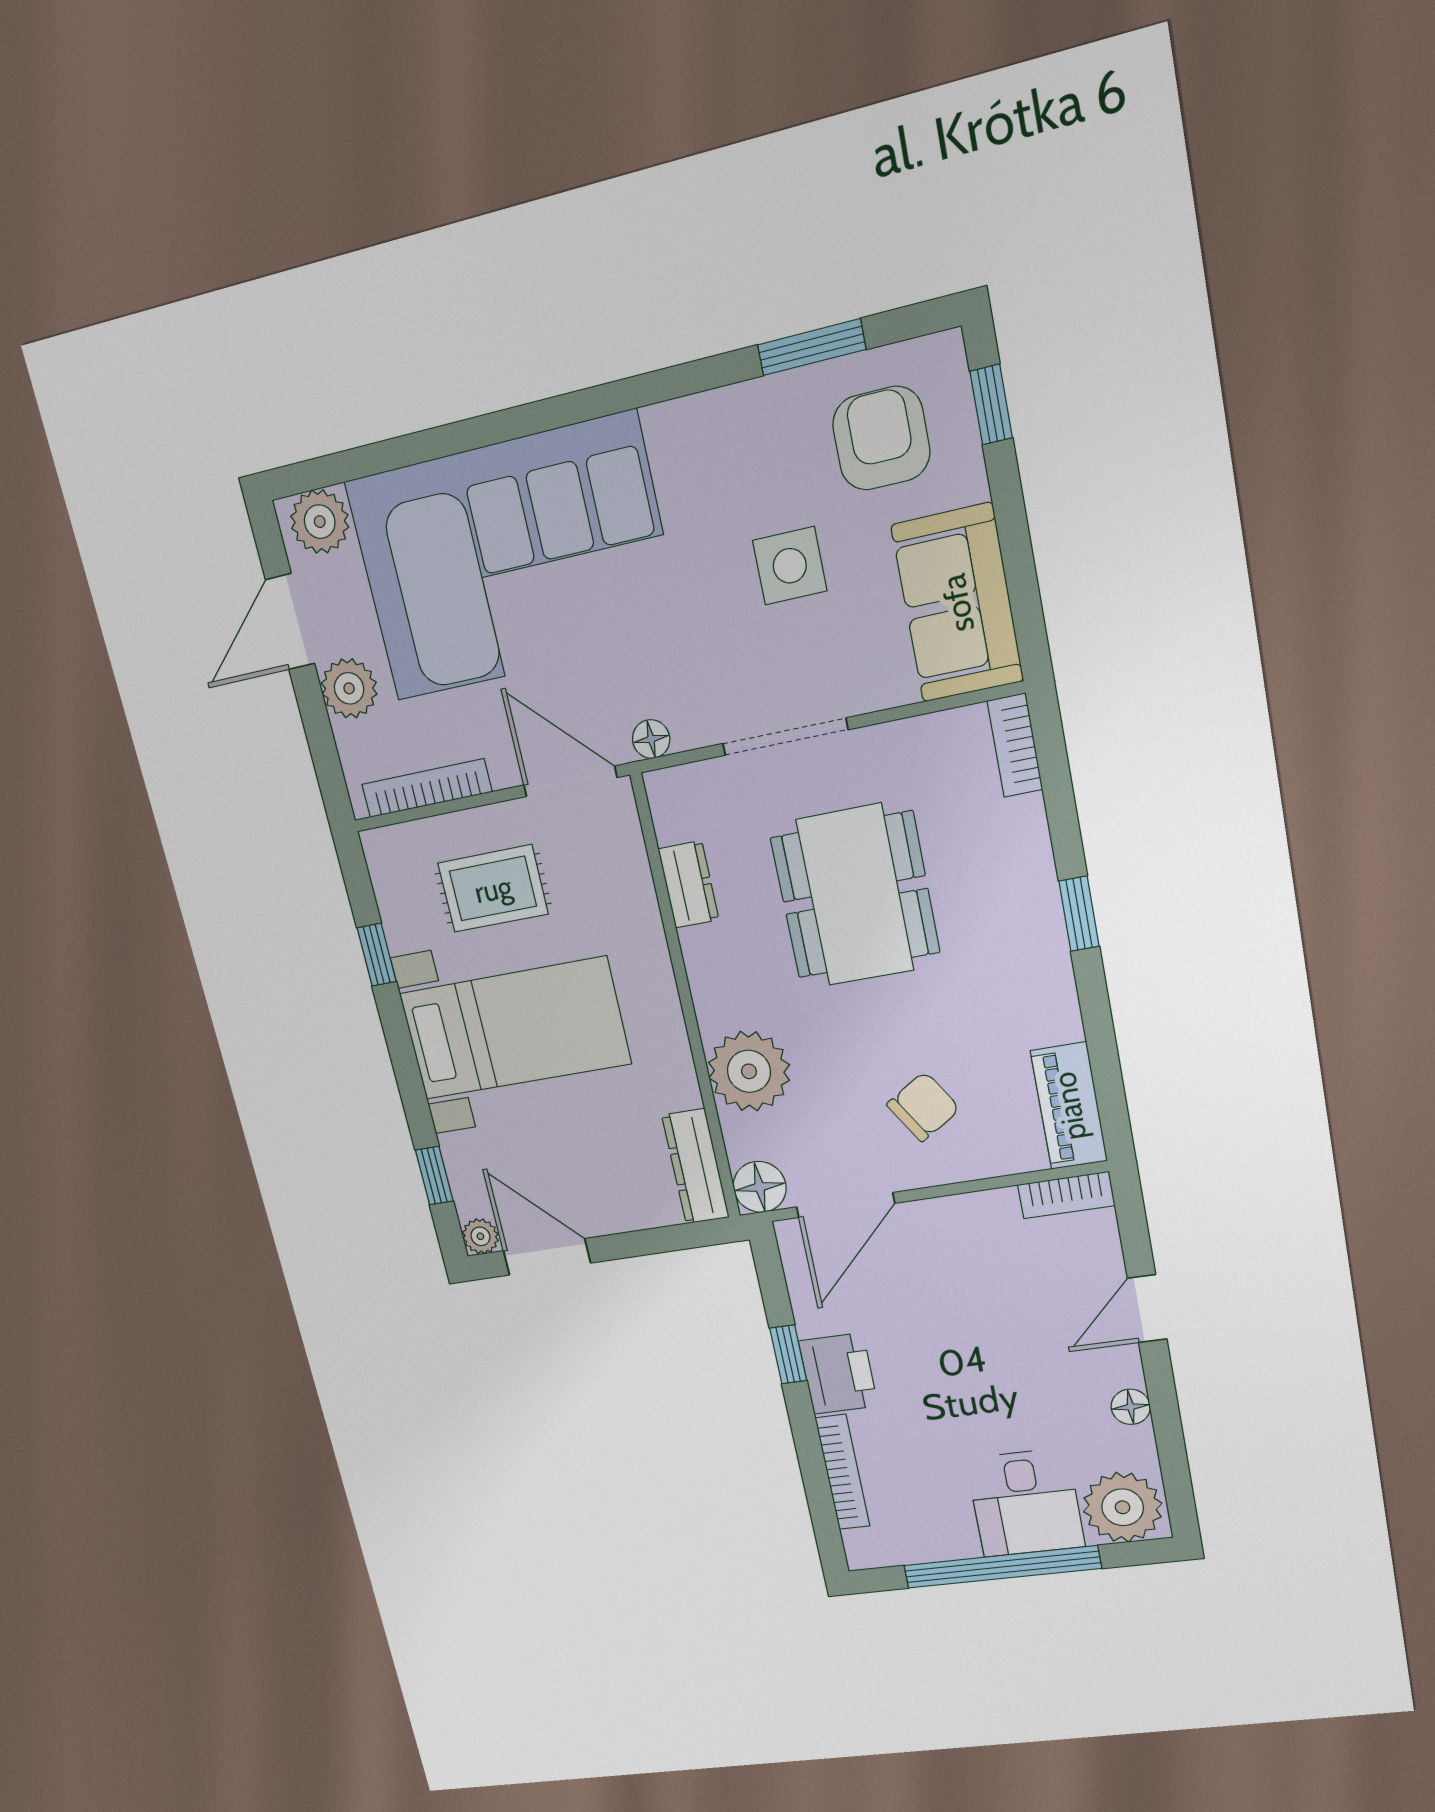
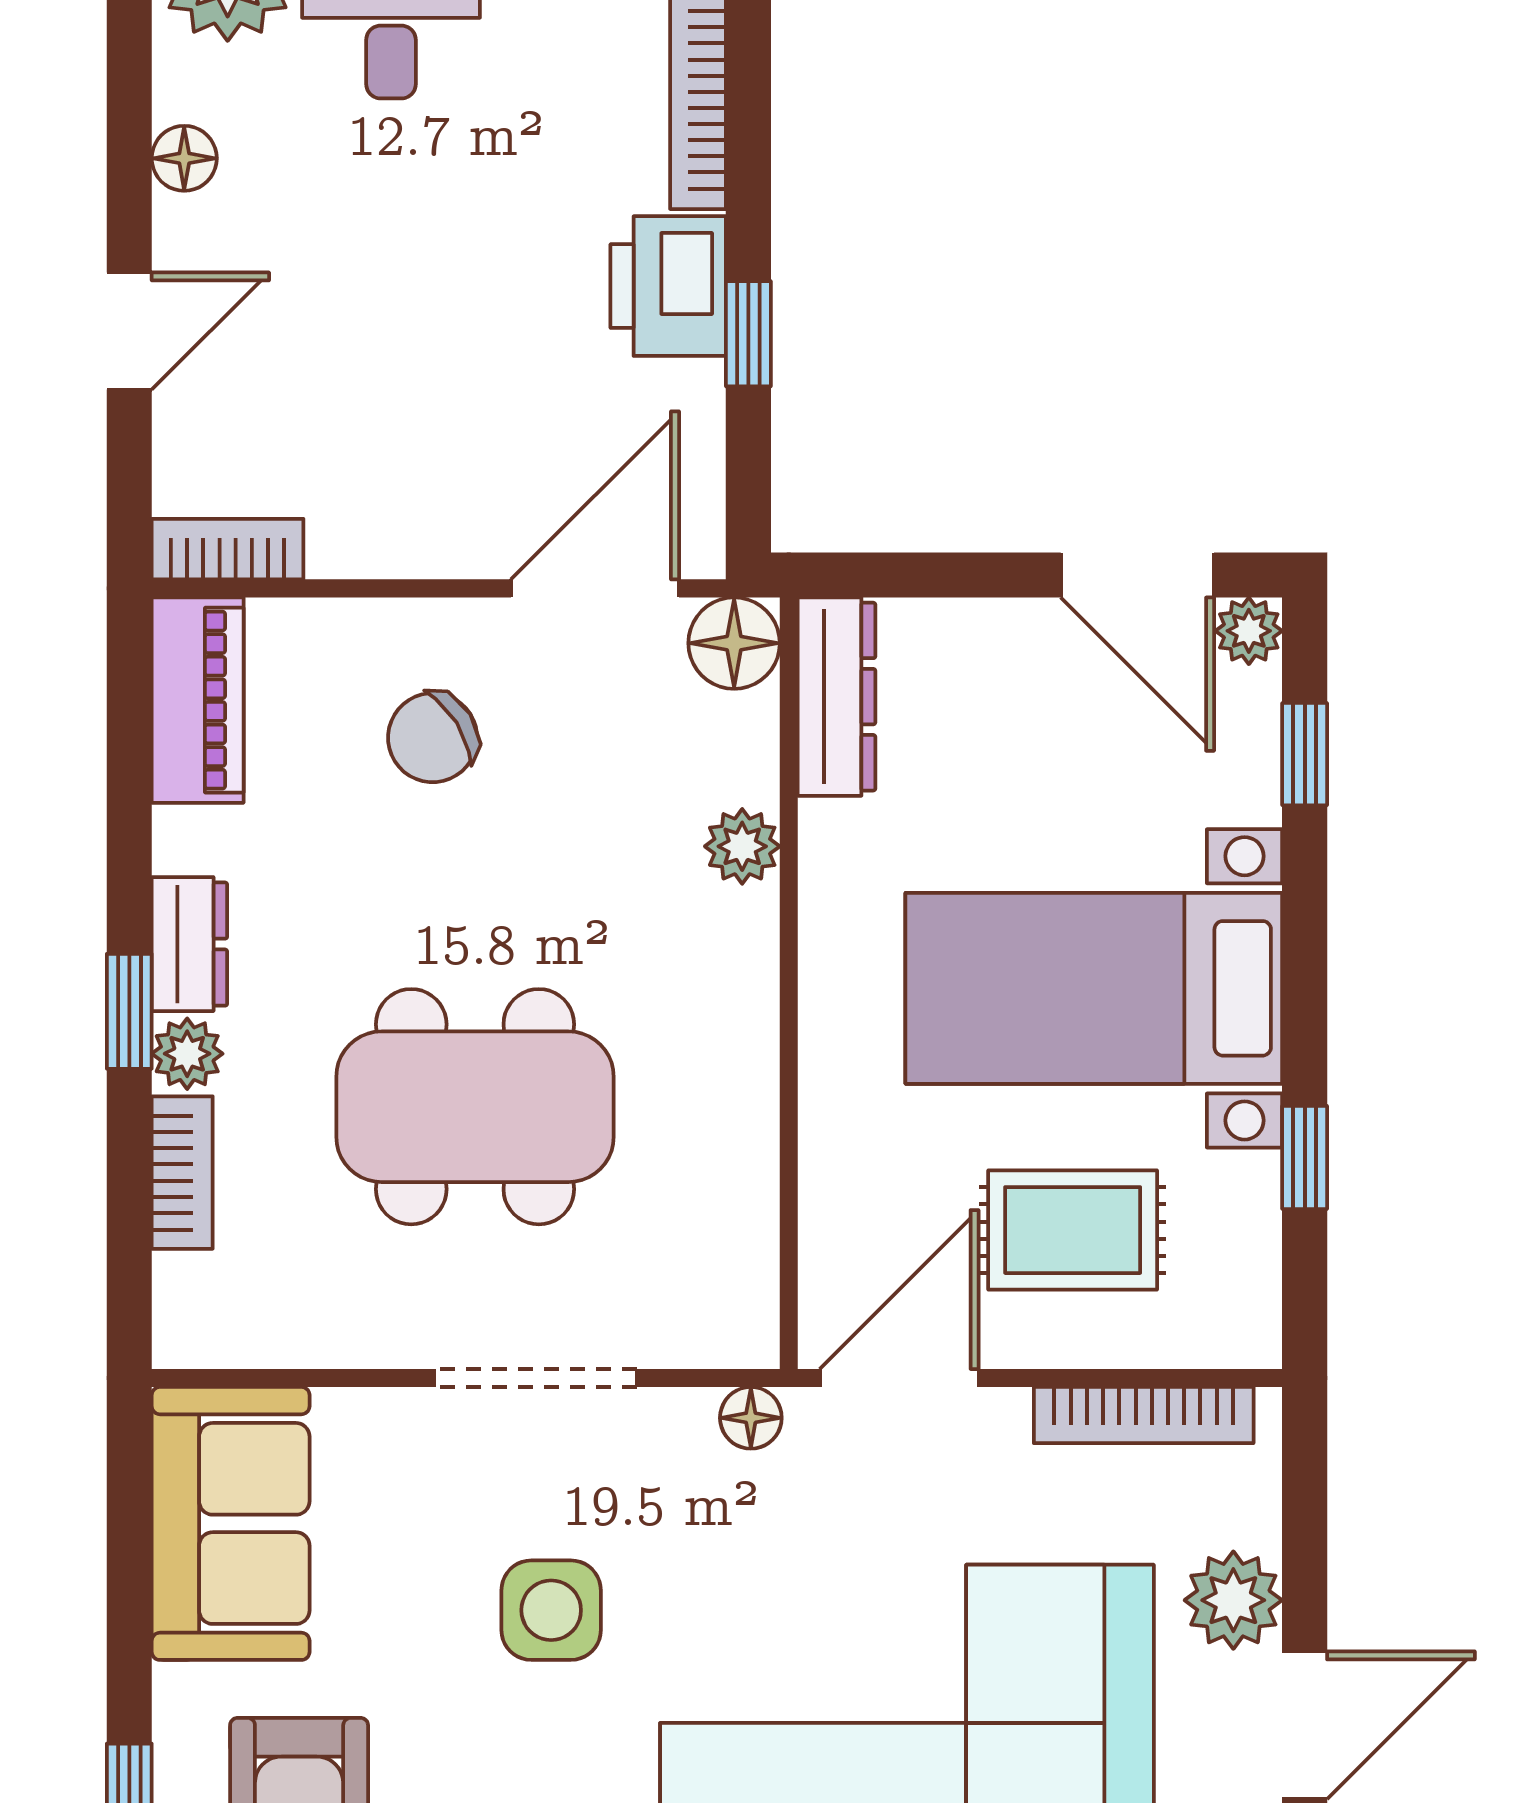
side table: (790, 566) -> (551, 1610), moved
bookcase: (1015, 745) -> (182, 1173), moved
door: (570, 781) -> (899, 1378), swing flipped
dresser: (688, 884) -> (189, 944), moved, turned 180
dining table: (855, 895) -> (475, 1107), turned 90
plant: (1038, 895) -> (187, 1054), added
plant: (749, 1071) -> (742, 846), width x0.53, depth x0.53

